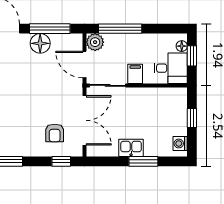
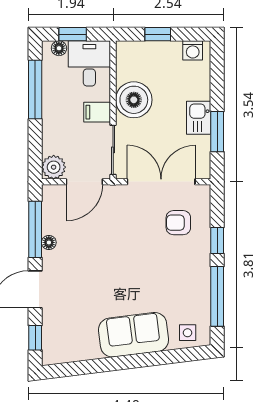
window: (120, 29) -> (35, 89), moved
floor lamp: (40, 43) -> (49, 242), width x0.53, depth x0.53
boiler: (144, 101) -> (134, 100), added
armchair: (55, 133) -> (178, 223), turned 180
window: (61, 161) -> (217, 241), moved
window: (143, 161) -> (217, 132), moved

